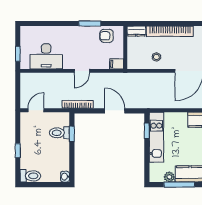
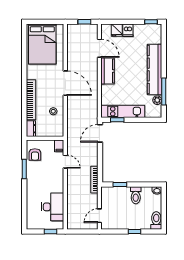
door: (82, 71) -> (65, 162), moved
door: (36, 110) -> (99, 216), hinge flipped
door: (115, 111) -> (100, 133), moved
toilet: (60, 133) -> (136, 195), moved

